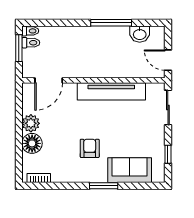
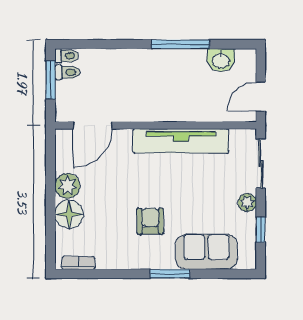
door: (168, 60) -> (261, 97), hinge flipped
plant: (158, 135) -> (247, 202), added

